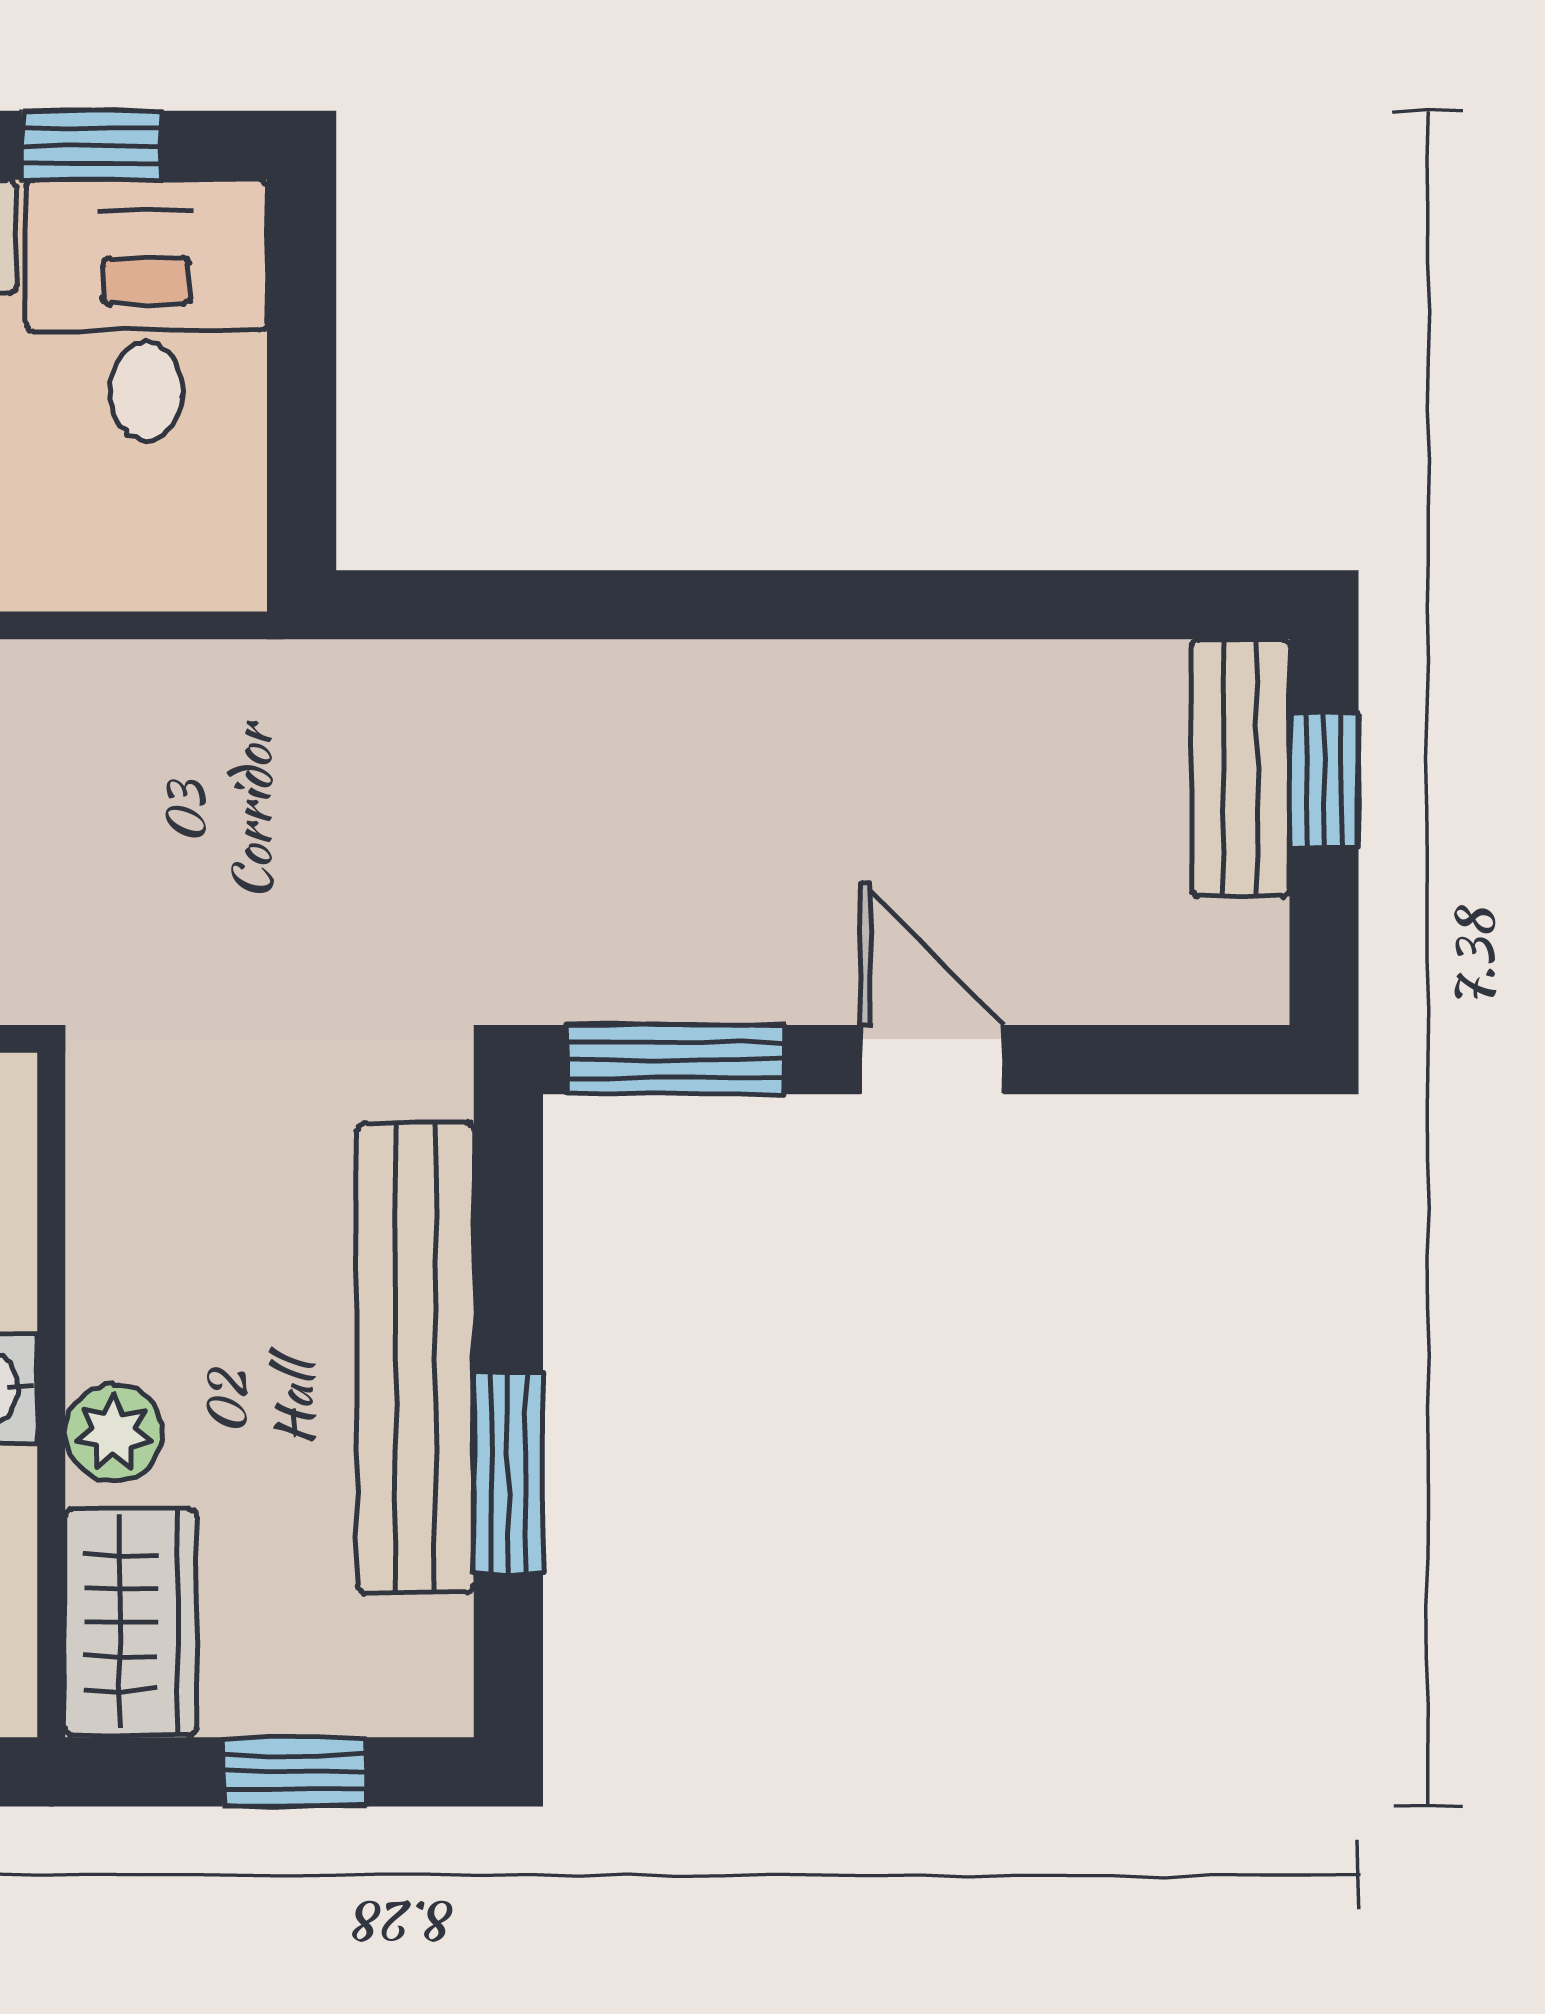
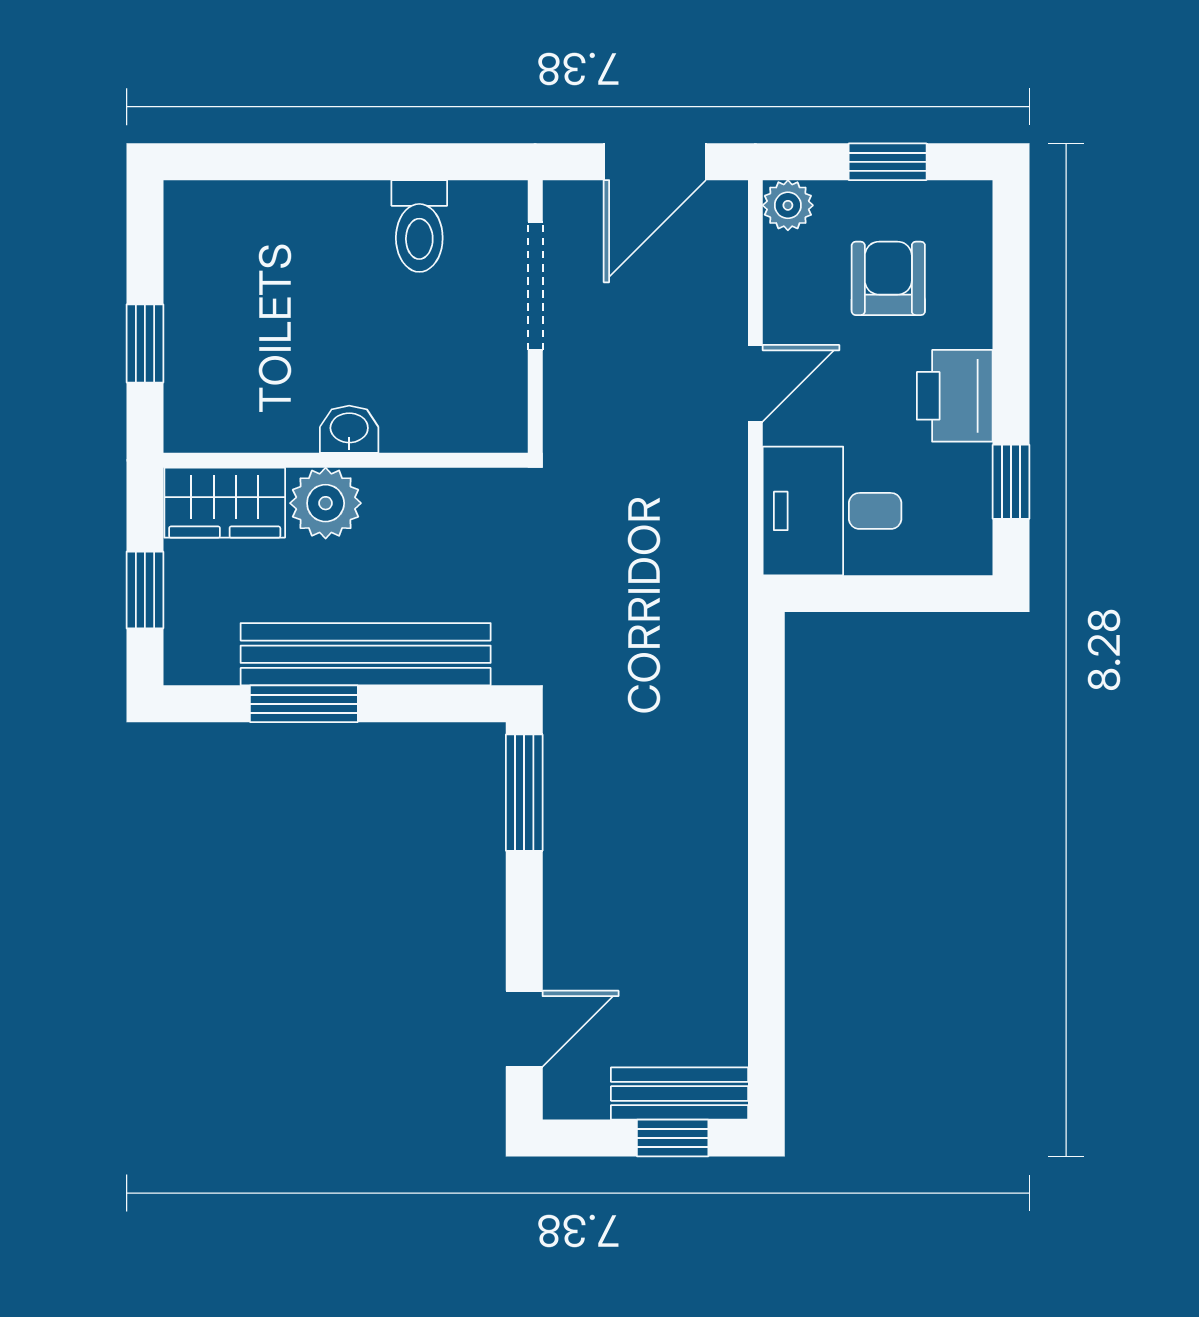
desk: (146, 310) -> (832, 511), moved, turned 180
door: (932, 1060) -> (524, 1029), moved
plant: (114, 1433) -> (326, 503), width x1.38, depth x1.38

